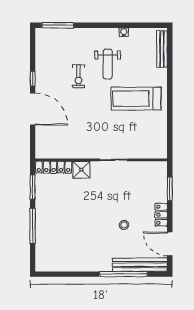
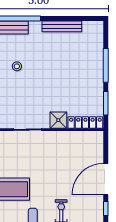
door: (33, 109) -> (106, 179), hinge flipped
bench: (78, 266) -> (62, 26), added

